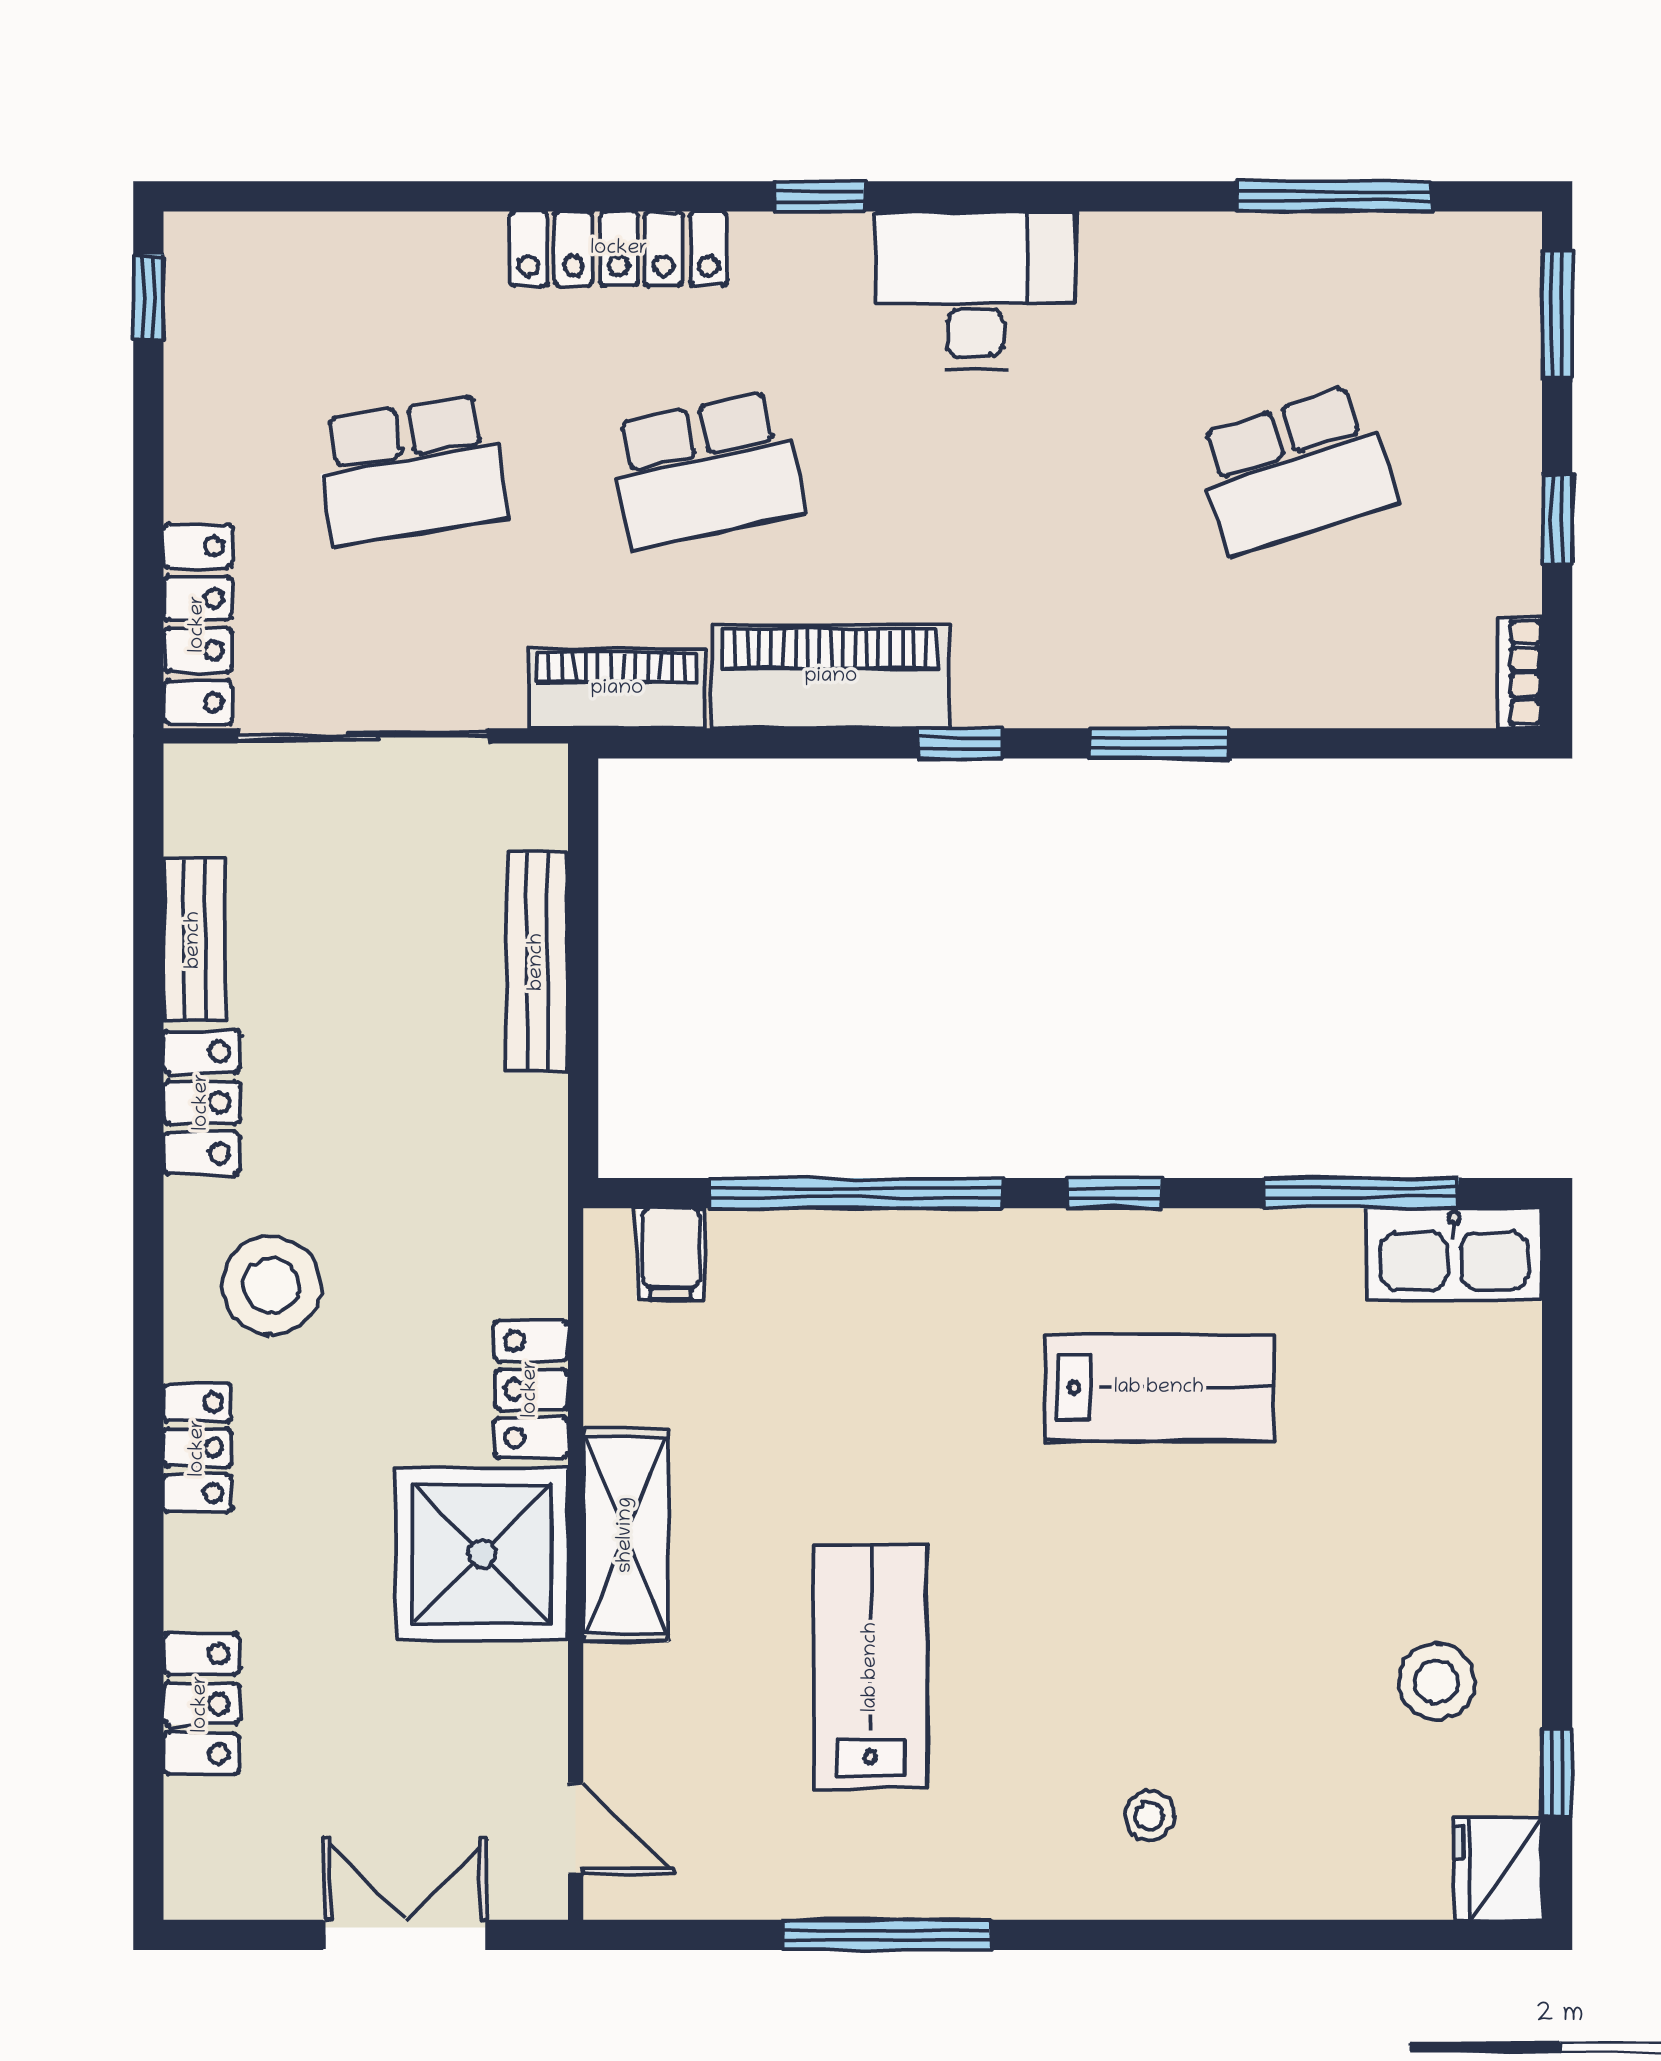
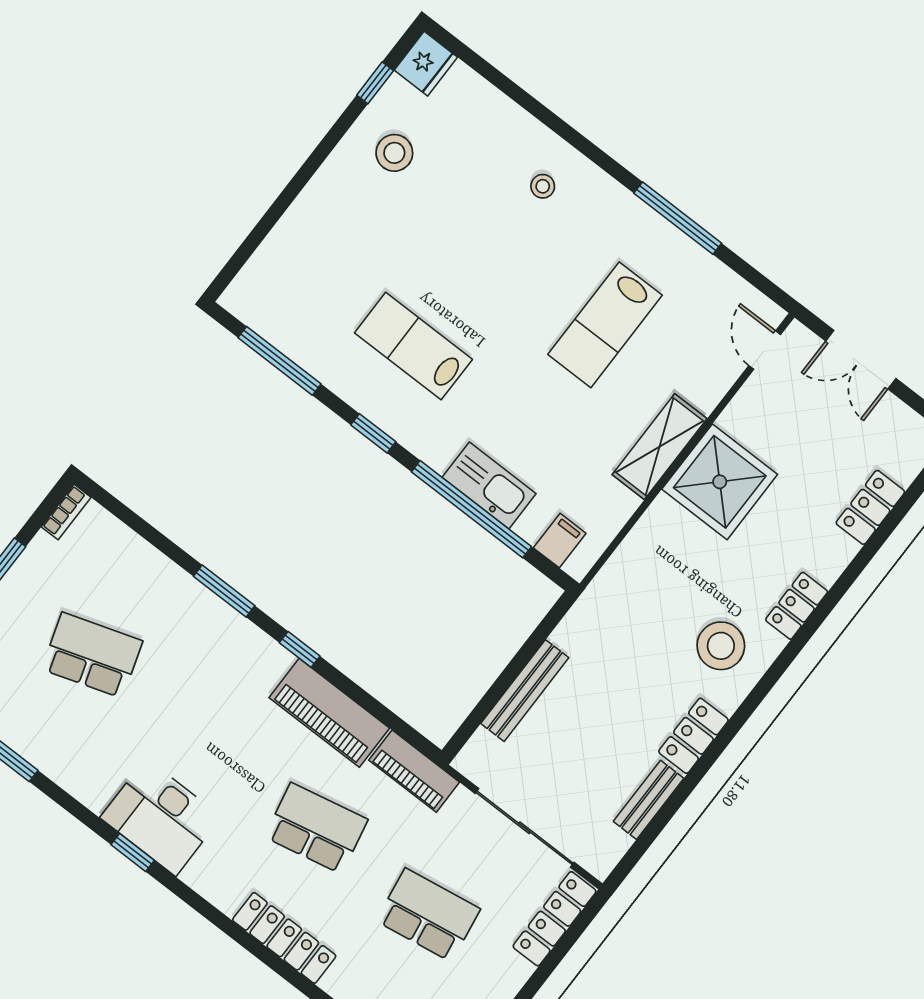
window: (819, 196) -> (133, 853), moved
kitchen sink: (1454, 1254) -> (489, 486), moved
locker: (531, 1389) -> (653, 530), removed

